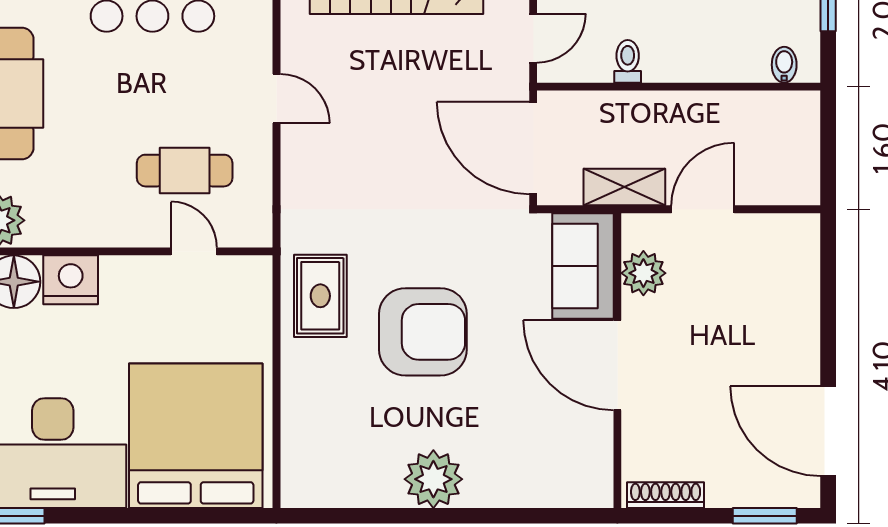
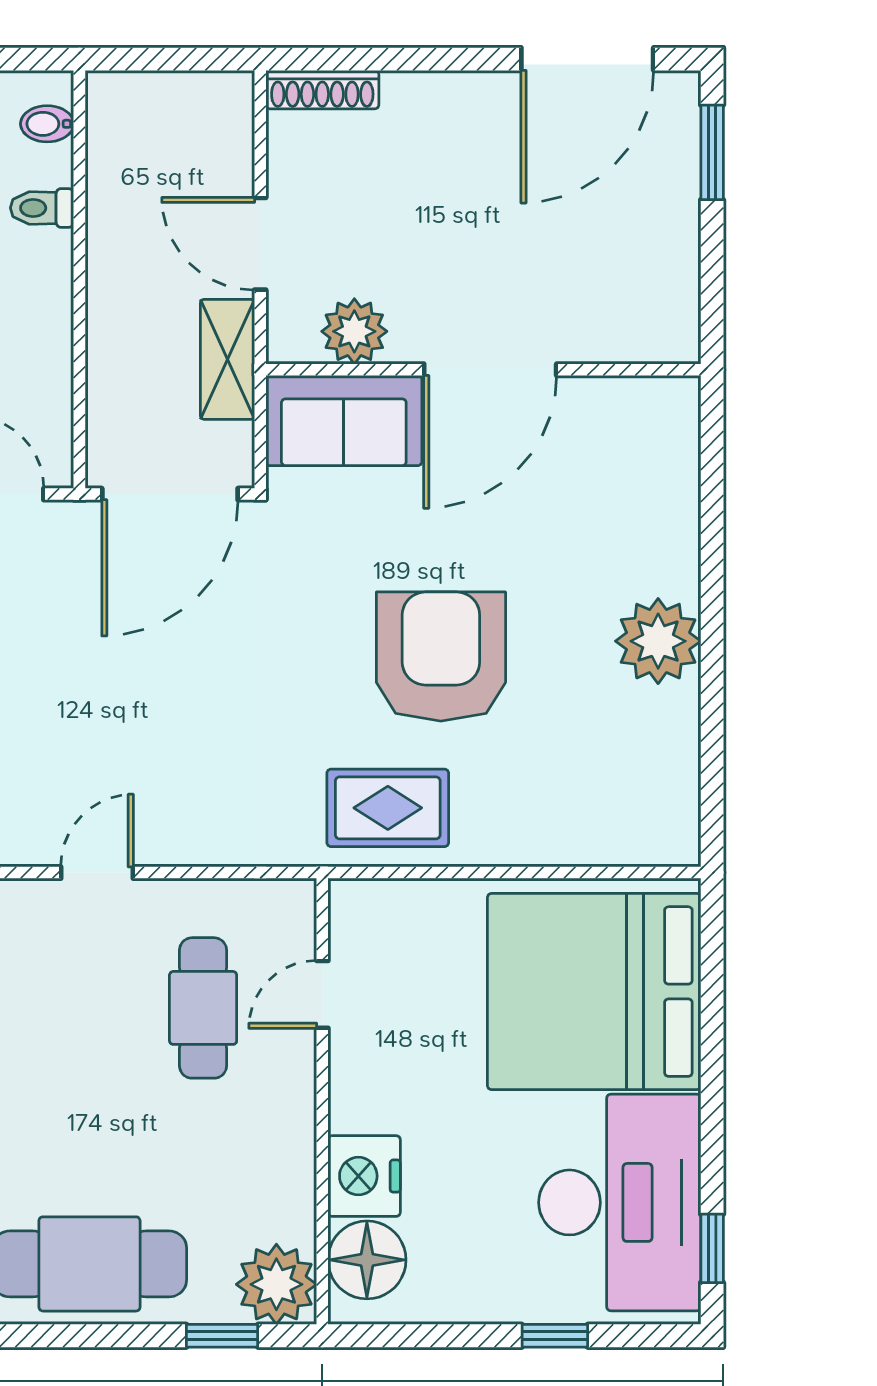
toilet: (628, 61) -> (42, 208), moved
shoe rack: (666, 495) -> (322, 90), moved, turned -90

